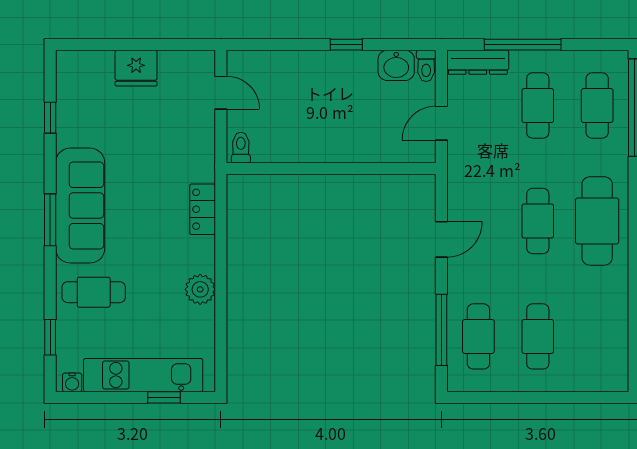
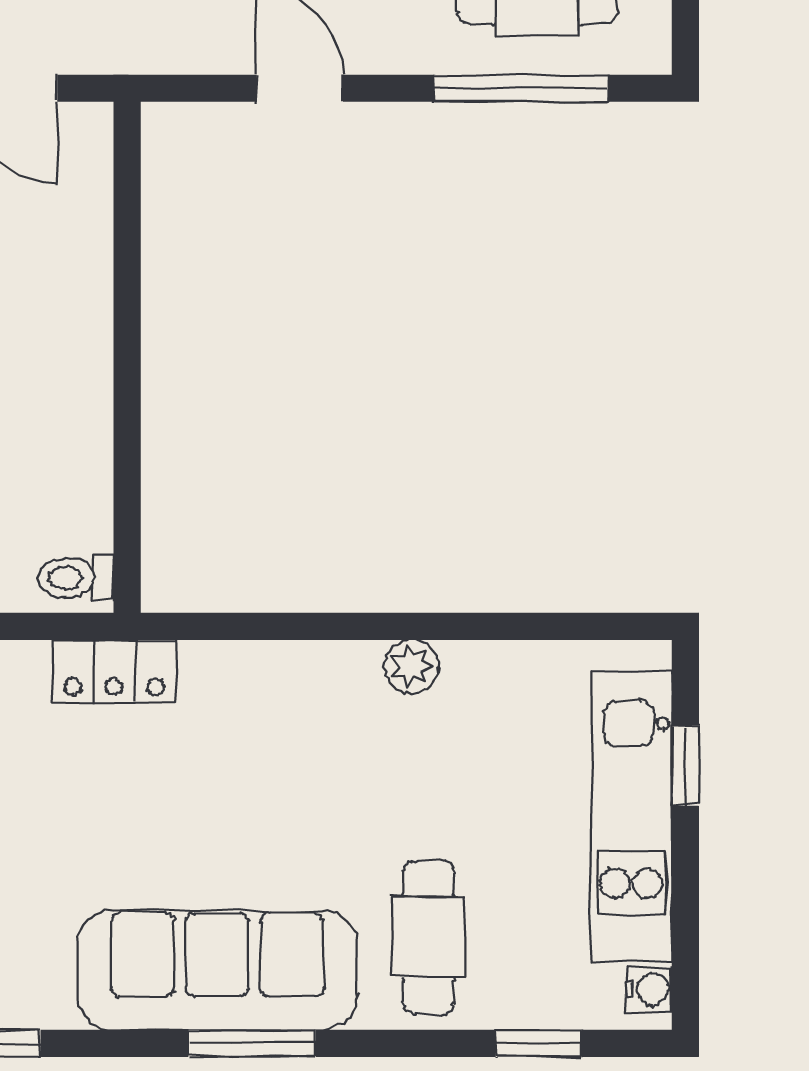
locker: (203, 209) -> (114, 671), moved
plant: (200, 289) -> (412, 667), width x0.73, depth x0.73

